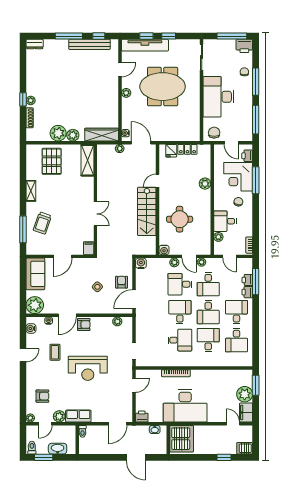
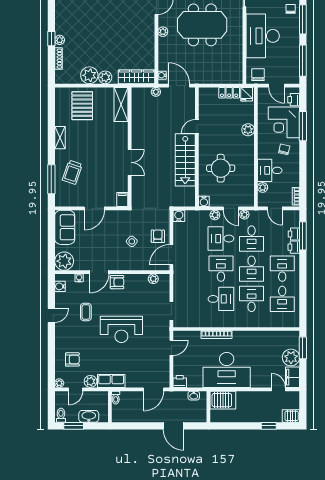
fridge: (171, 151) -> (247, 94), moved
server rack: (182, 439) -> (223, 400), width x0.62

